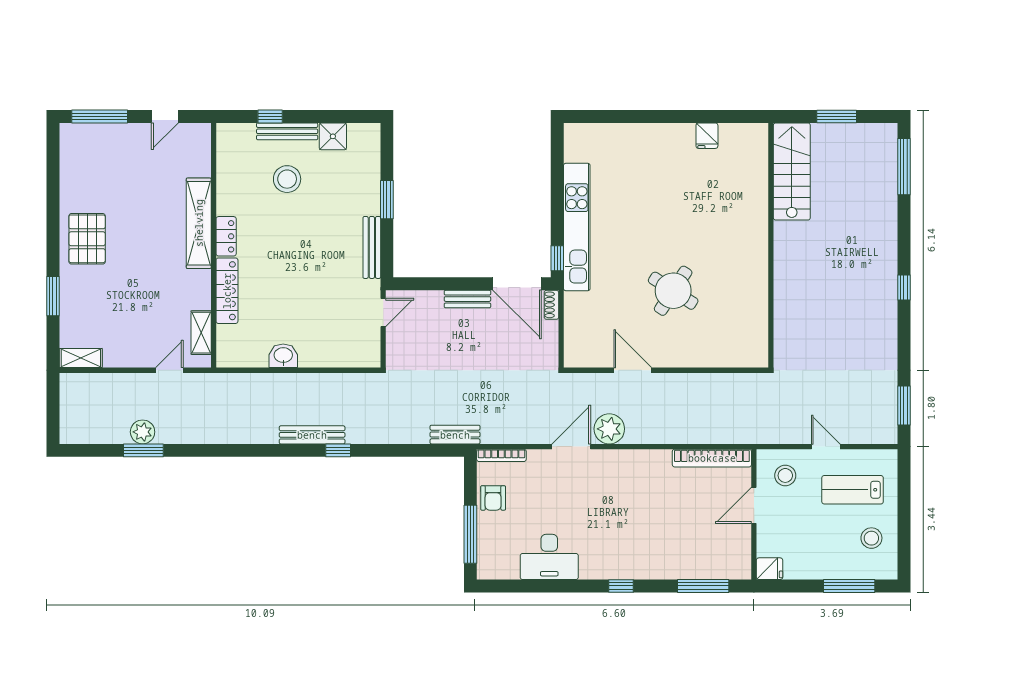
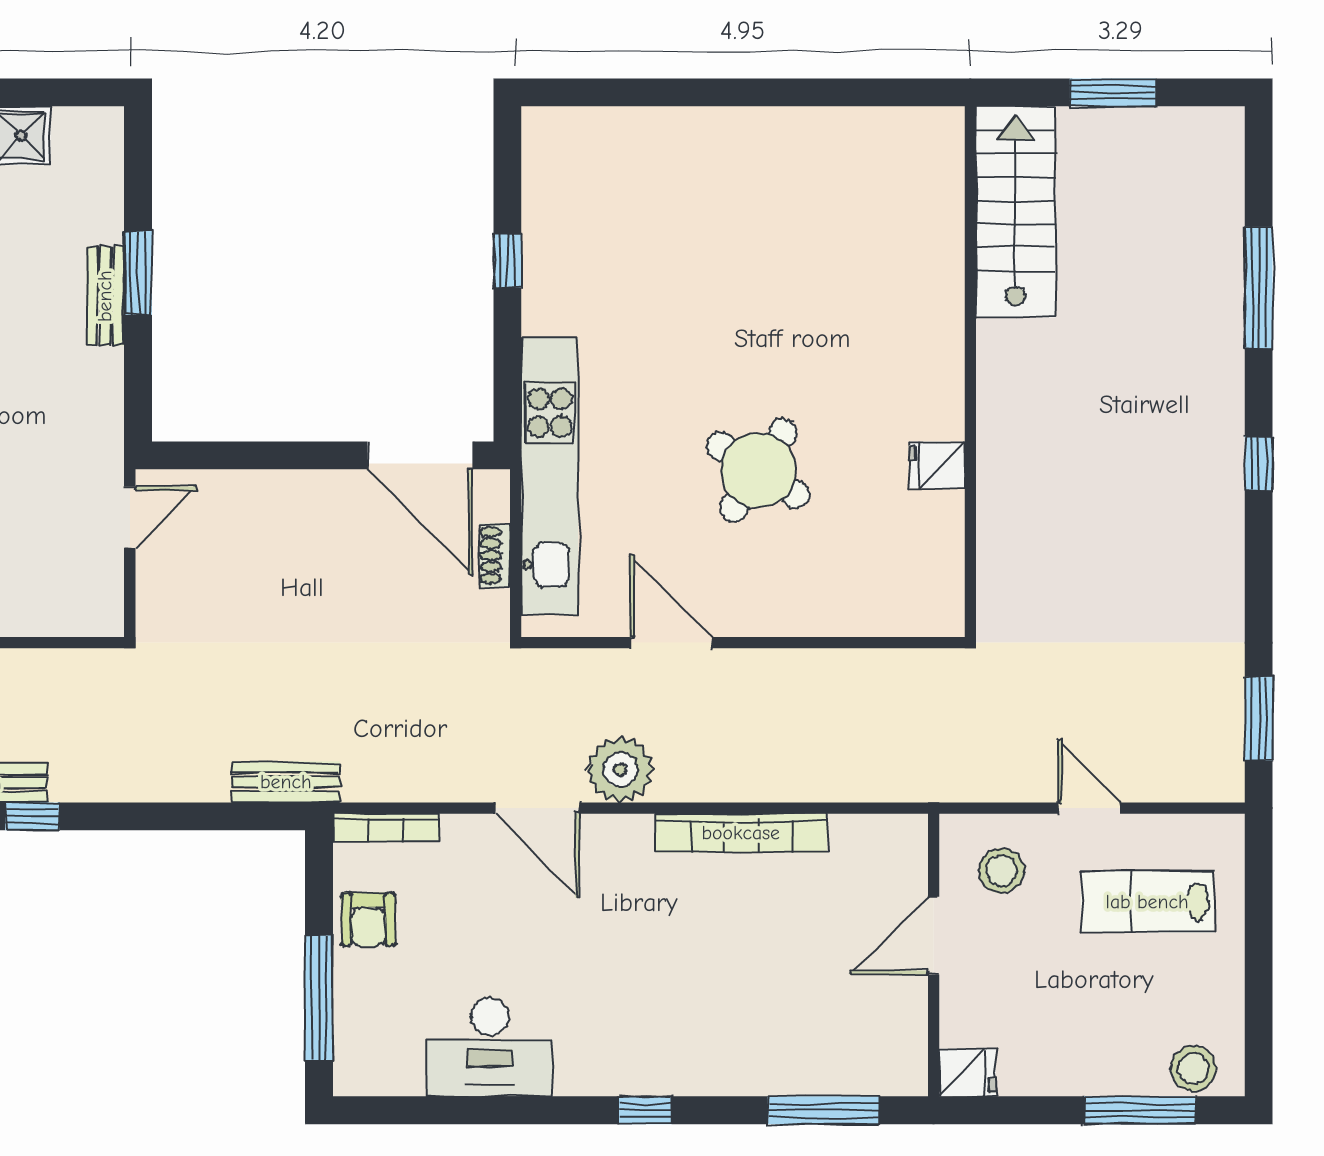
fridge: (707, 136) -> (937, 465), moved, turned 90
window: (904, 167) -> (1259, 288), moved
kitchen unit: (577, 227) -> (550, 476), moved
bench: (372, 247) -> (105, 296), moved, width x0.73
window: (557, 258) -> (507, 260), moved
bench: (467, 299) -> (313, 488), removed
shoe rack: (551, 305) -> (495, 555), moved
door: (571, 447) -> (538, 808), swing flipped
bookcase: (712, 458) -> (741, 833), moved
stool: (871, 538) -> (1193, 1069), moved

